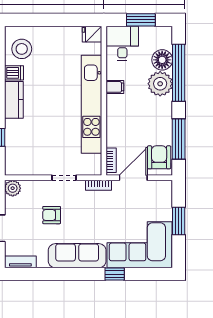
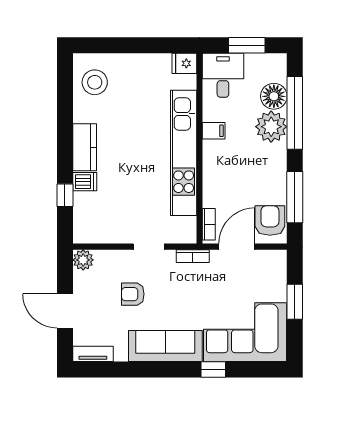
dishwasher: (14, 73) -> (85, 182), moved

